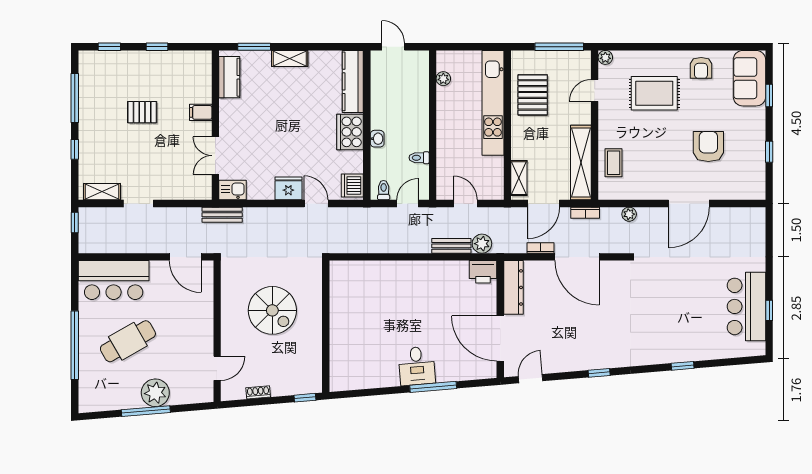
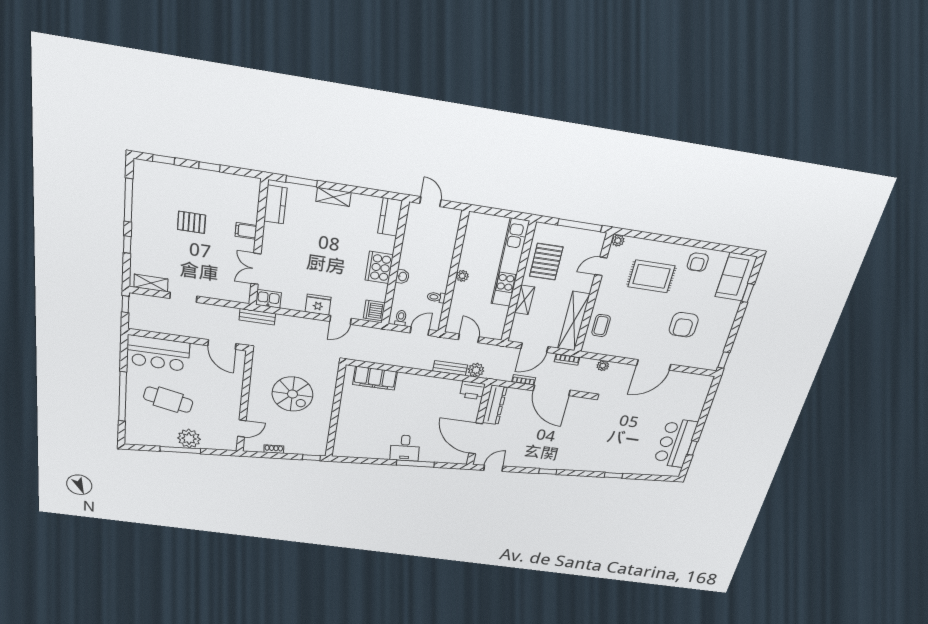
plant: (443, 79) -> (462, 276), moved
kitchen counter: (353, 81) -> (390, 217), width x0.67
armchair: (708, 146) -> (684, 325), turned 180
window: (769, 152) -> (724, 360), moved
shelving: (519, 178) -> (525, 300), moved
door: (316, 203) -> (341, 320), swing flipped
filing cabinet: (366, 273) -> (375, 378), added
cafe table: (128, 341) -> (168, 400), turned 42

